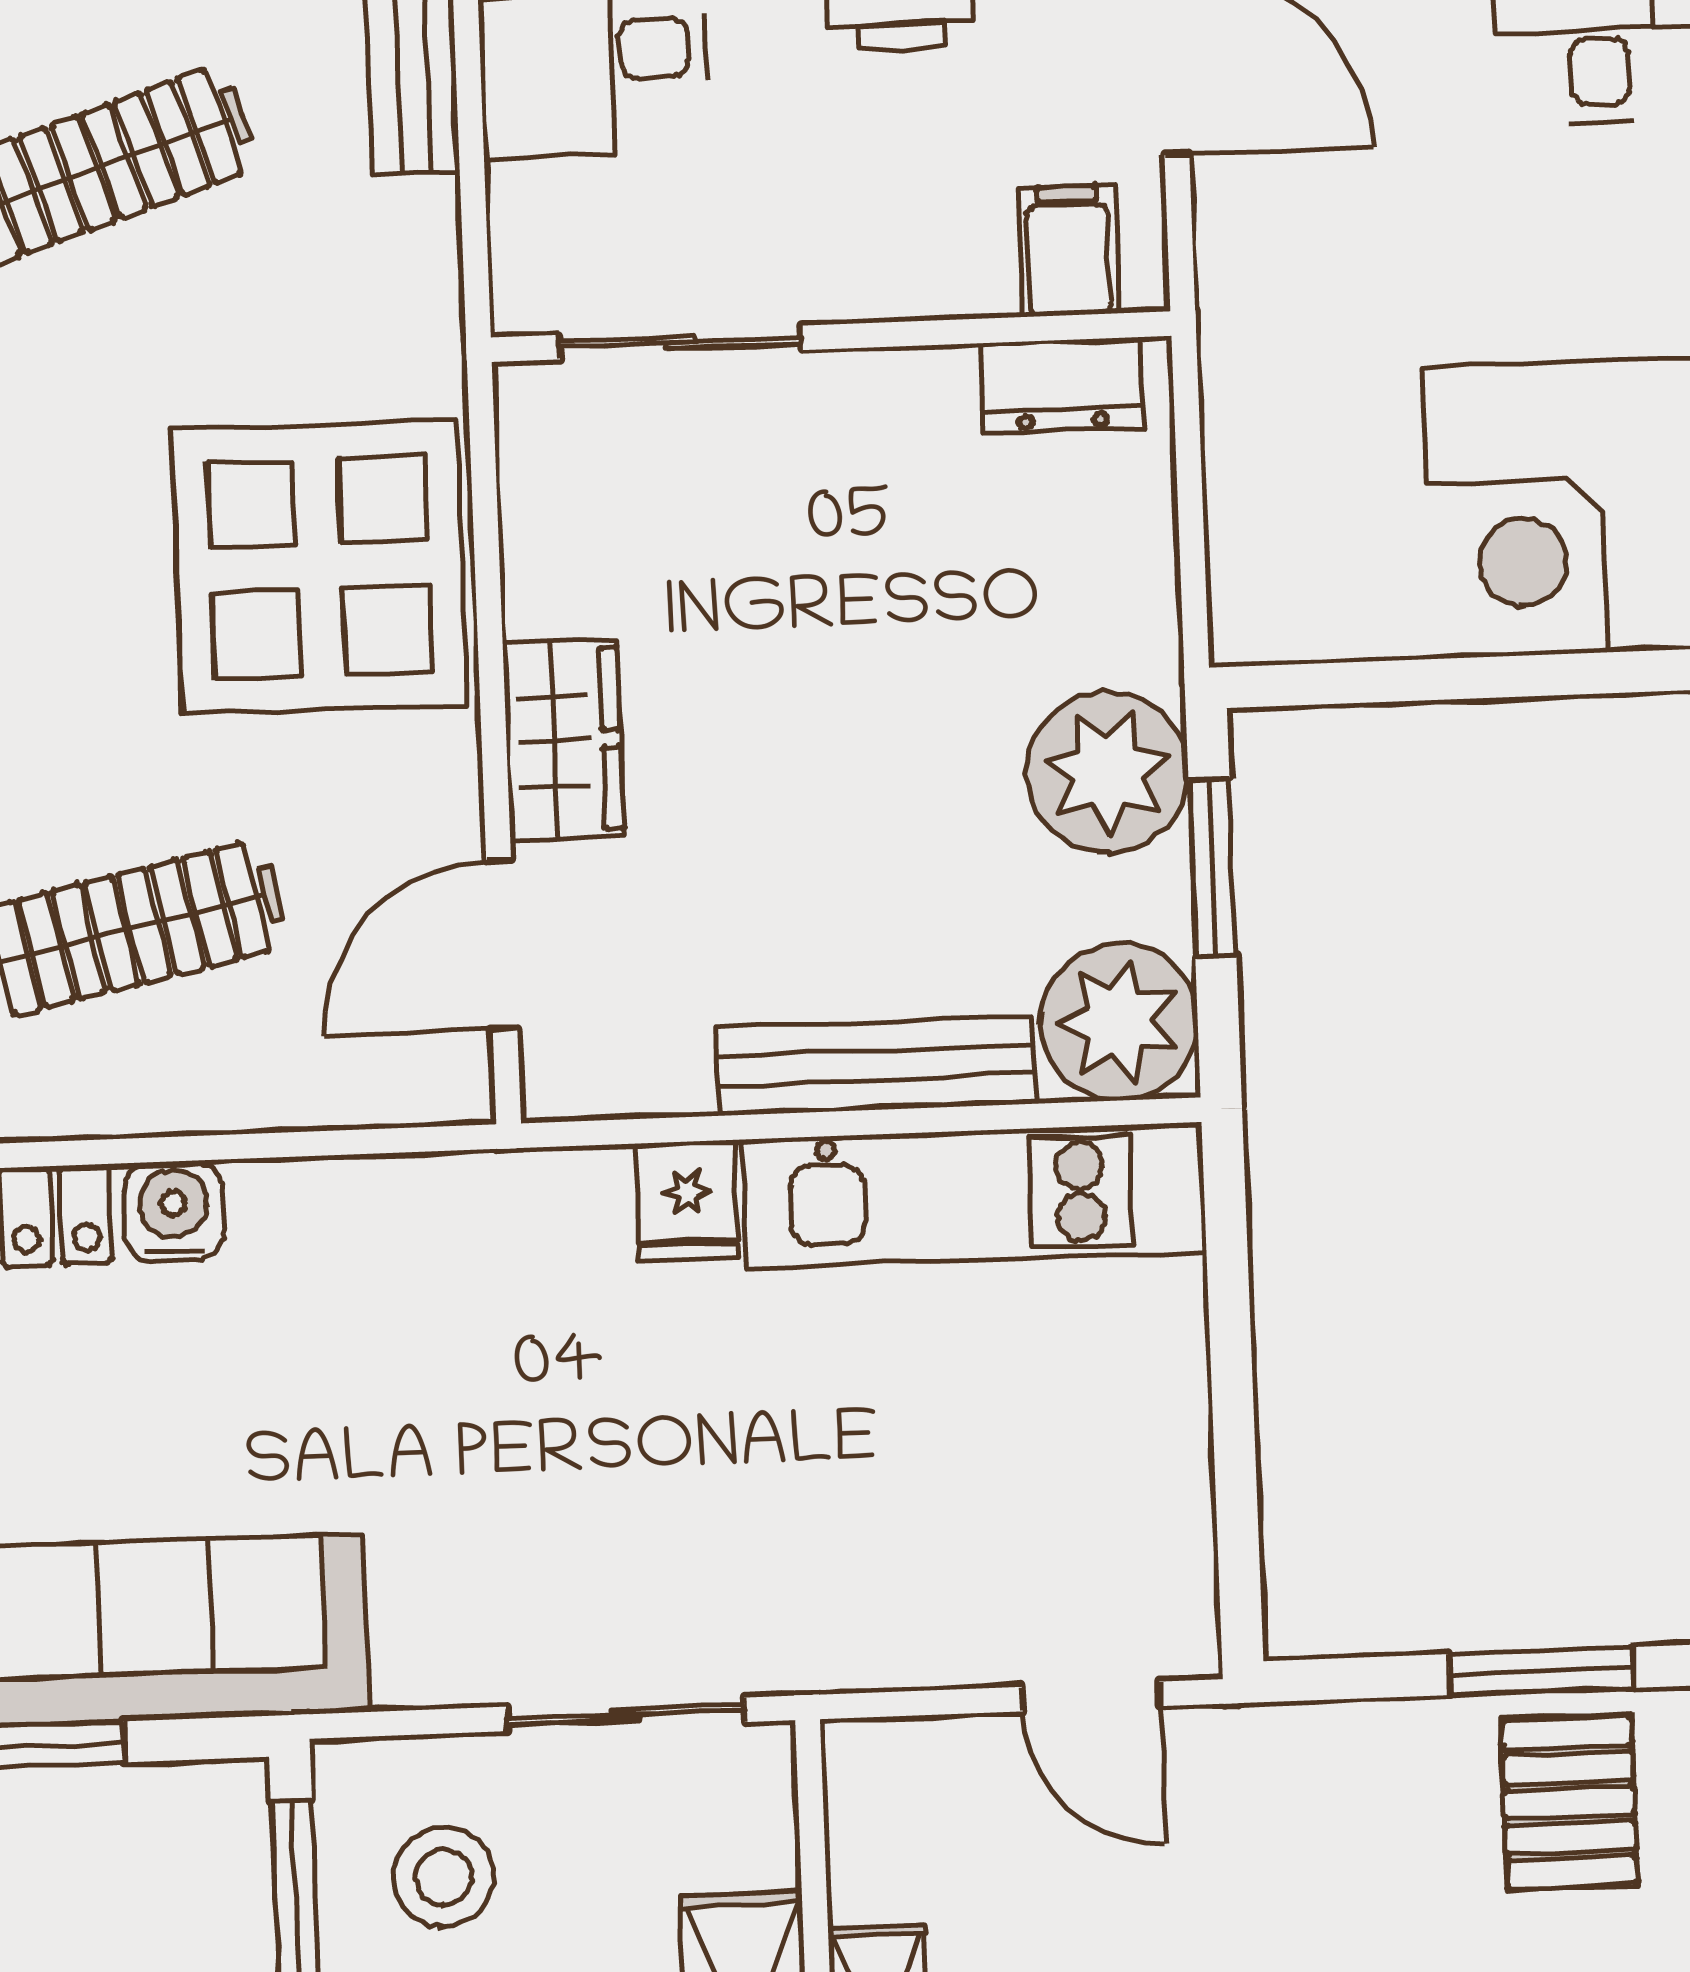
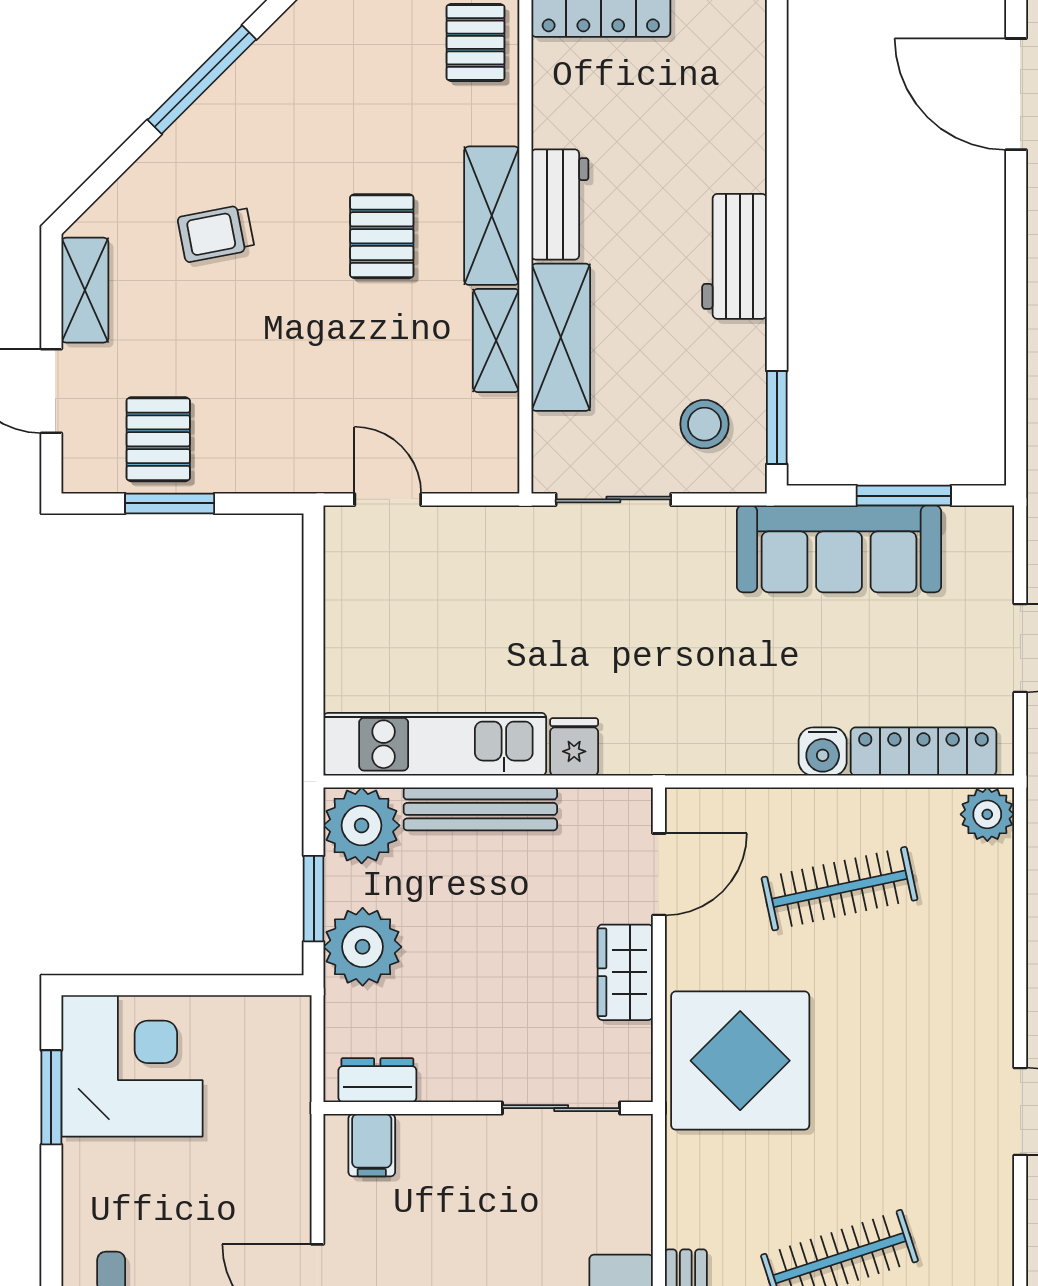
filing cabinet: (1069, 251) -> (372, 1145), moved
wall: (831, 337) -> (488, 1108), moved
sliding door: (681, 342) -> (561, 1108), moved
dresser: (1062, 385) -> (377, 1080), moved

